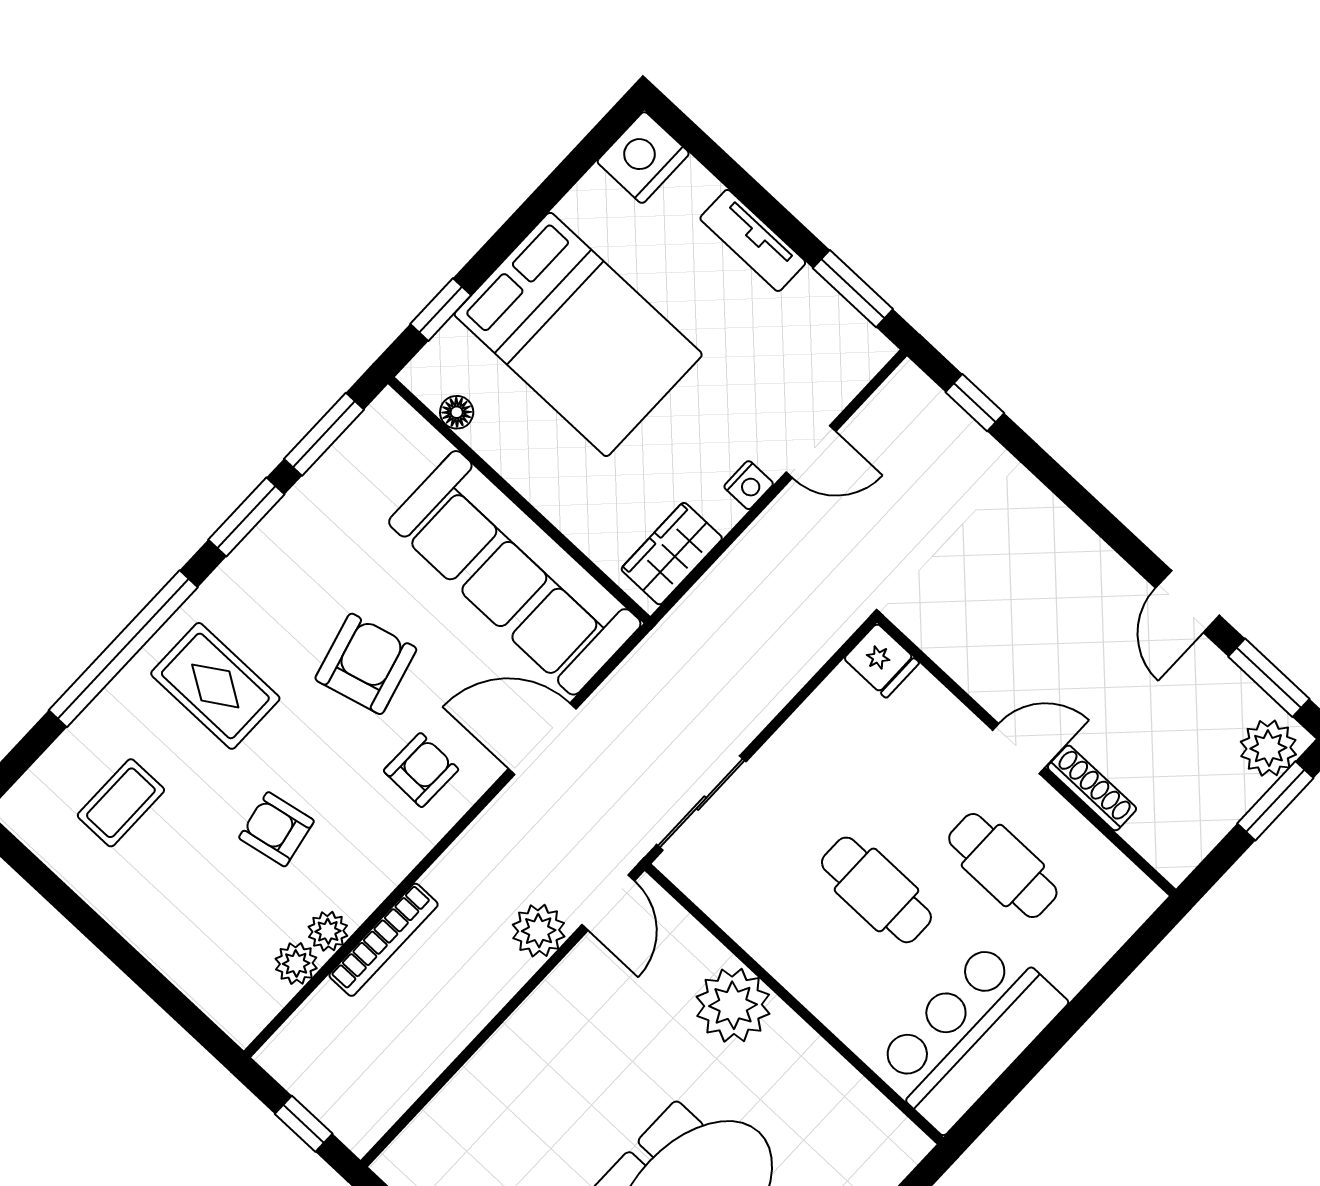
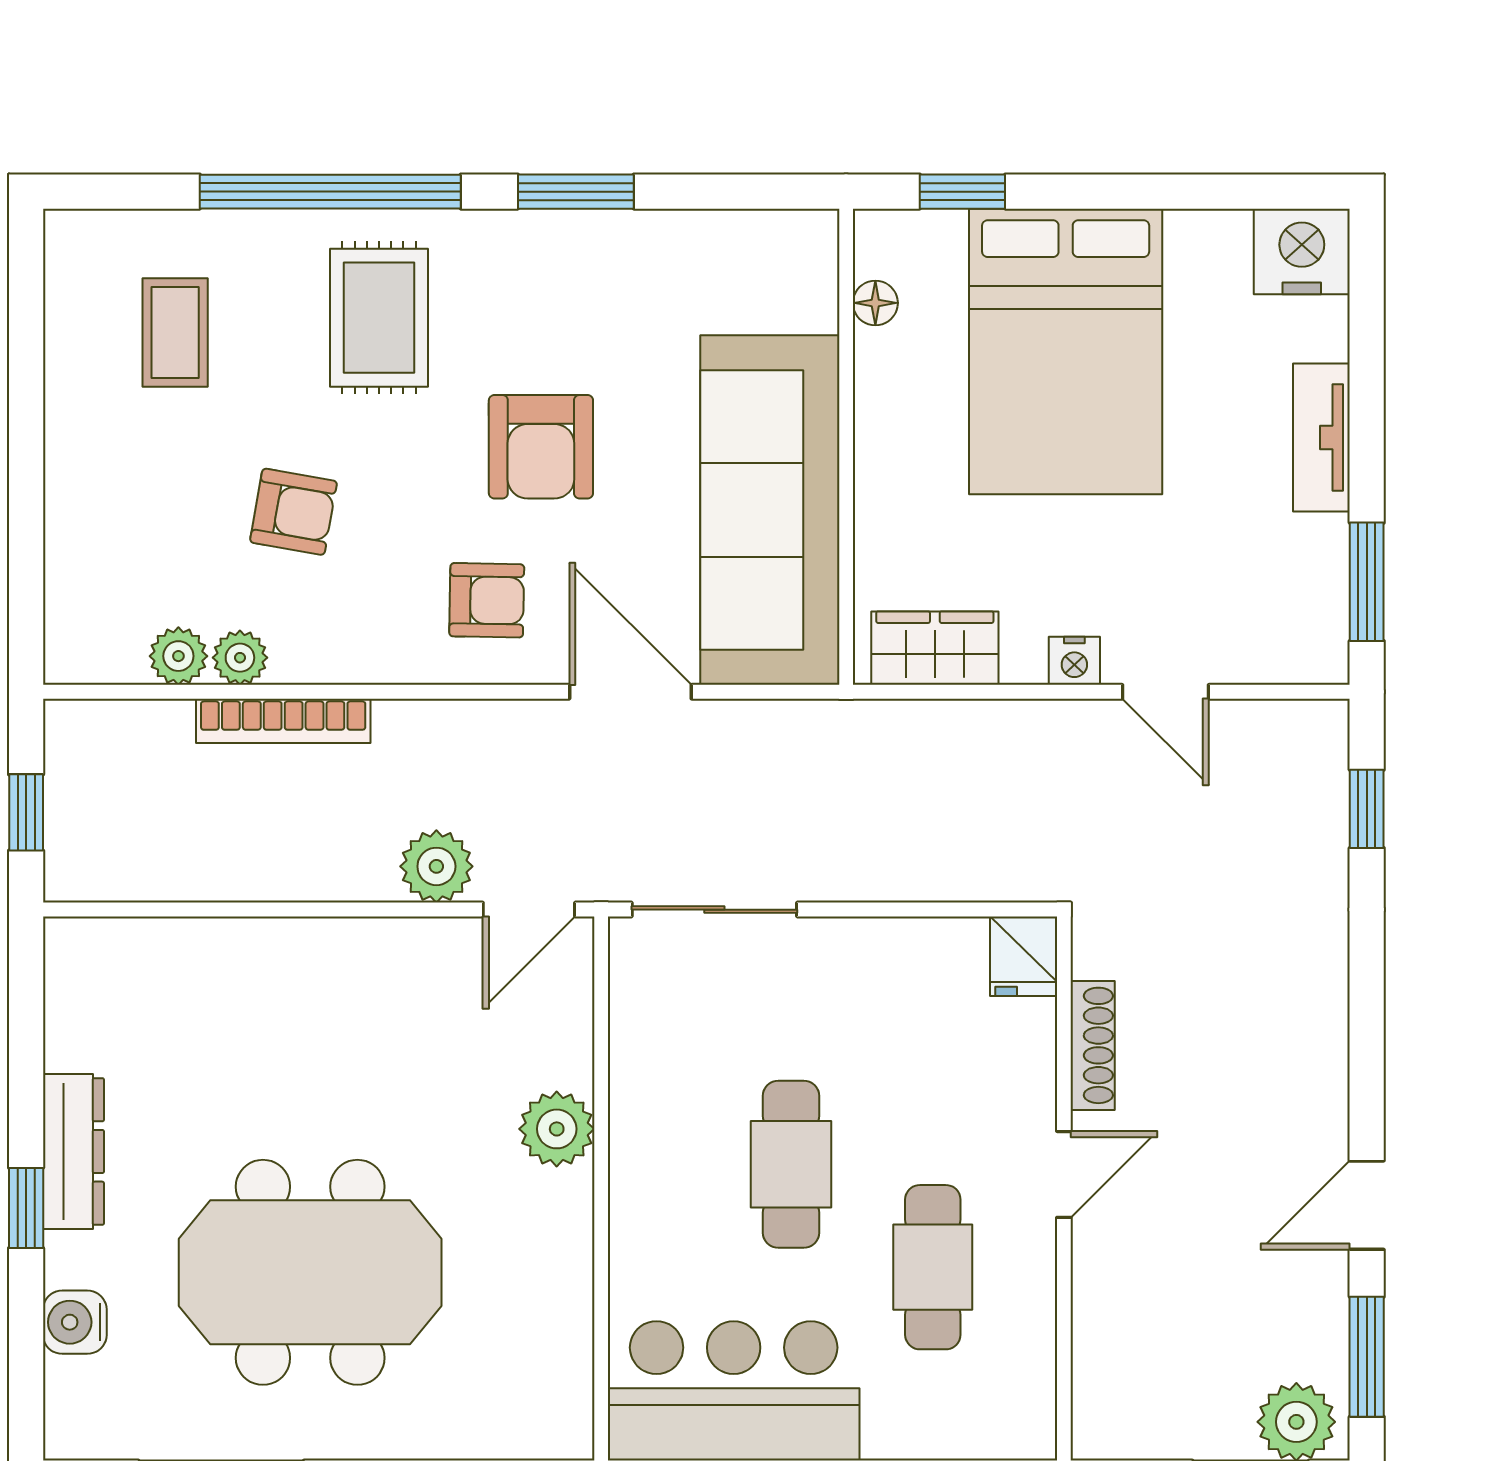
window: (324, 434) -> (730, 192), removed
armchair: (366, 664) -> (541, 447), turned 105
door: (1019, 749) -> (1064, 1174), hinge flipped
shoe rack: (1092, 788) -> (1093, 1045), moved
coffee table: (121, 803) -> (175, 333), turned 90
armchair: (276, 829) -> (293, 512), turned 111
plant: (733, 1005) -> (557, 1129), width x0.73, depth x0.73

